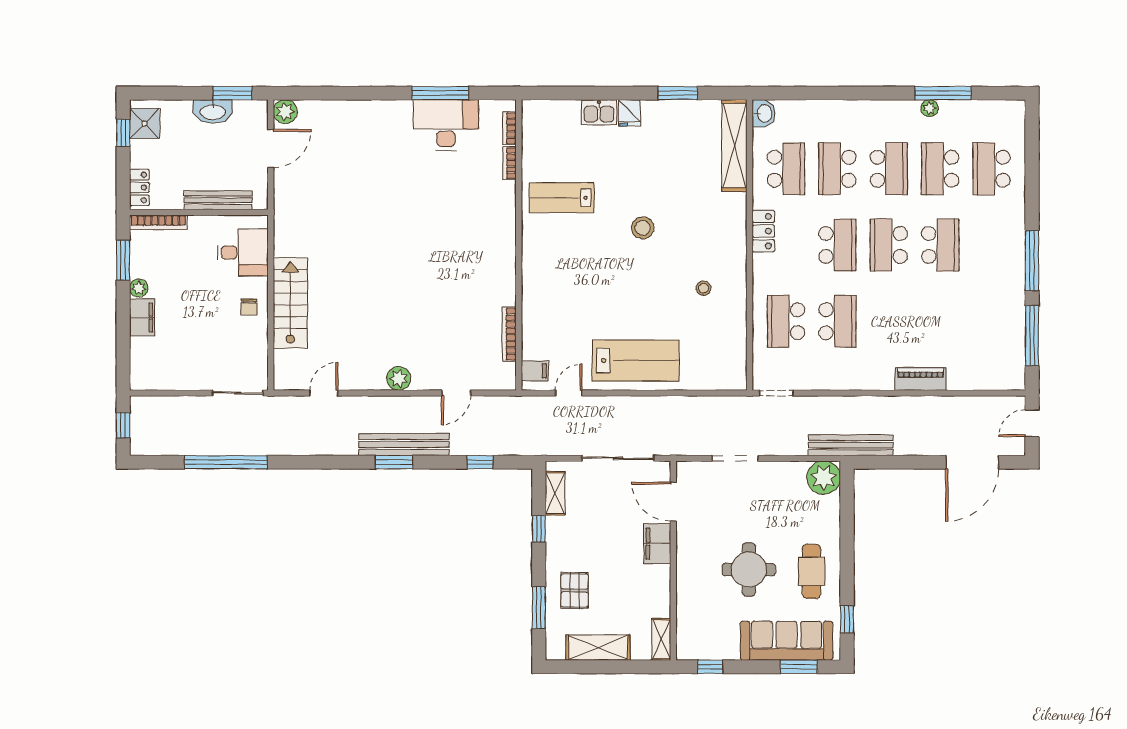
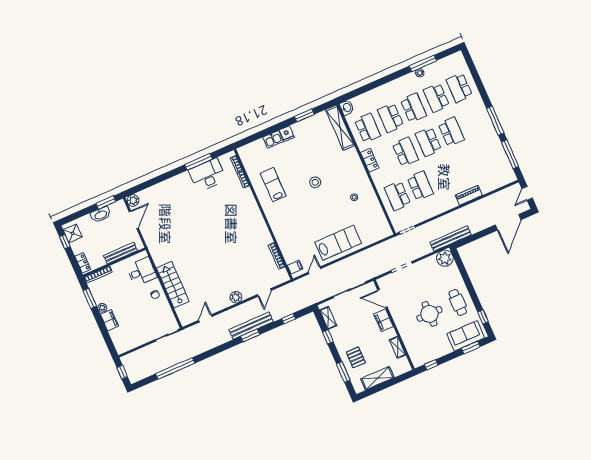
lab bench: (562, 198) -> (273, 185), turned 90
shelving: (661, 639) -> (398, 347), moved
sofa: (787, 641) -> (466, 336), width x0.73

